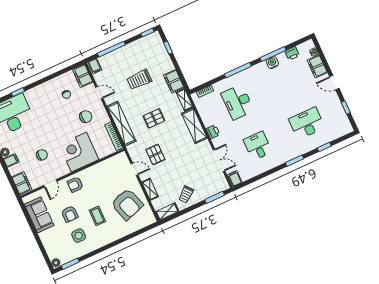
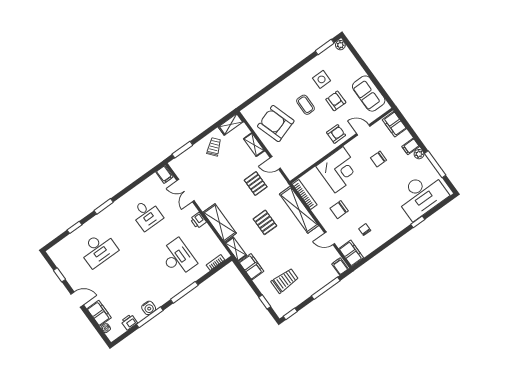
trolley: (139, 80) -> (285, 281), moved
pallet: (154, 118) -> (265, 222), turned 90
door: (50, 183) -> (363, 130), hinge flipped

